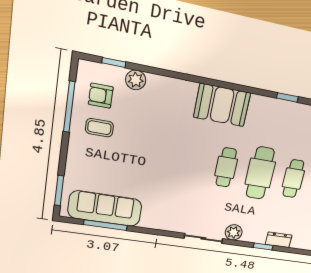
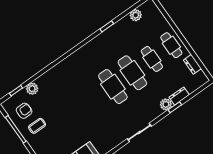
armchair: (101, 96) -> (24, 111), turned 180
booth: (222, 105) -> (81, 60), removed
cafe table: (226, 167) -> (113, 87), width x1.37, depth x1.35
plant: (234, 232) -> (166, 104), moved

